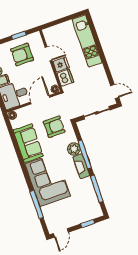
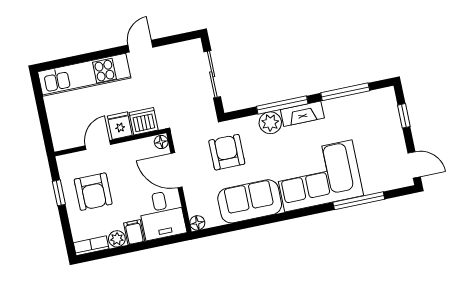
door: (115, 92) -> (140, 46), moved

